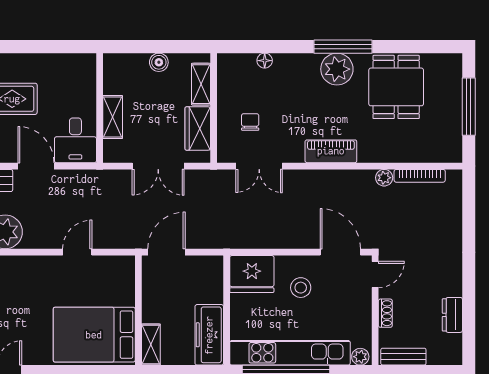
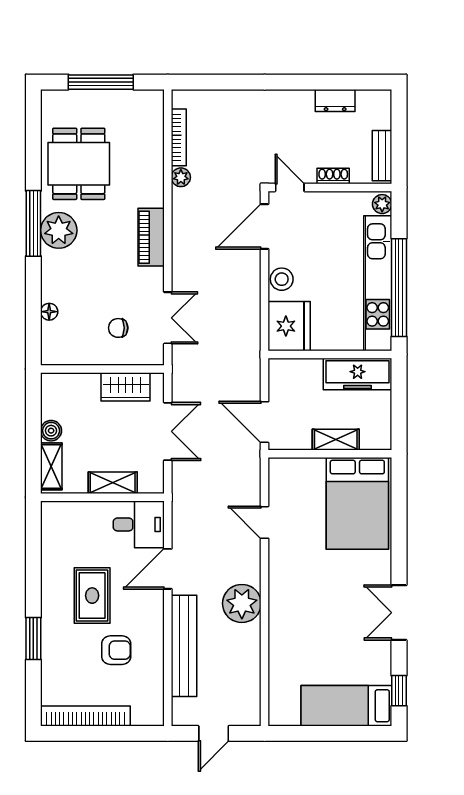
shelving: (201, 84) -> (51, 466), moved, turned 90
dining table: (396, 87) -> (79, 164), turned 90
stool: (301, 288) -> (282, 279), moved
shelving: (151, 345) -> (336, 440), moved

